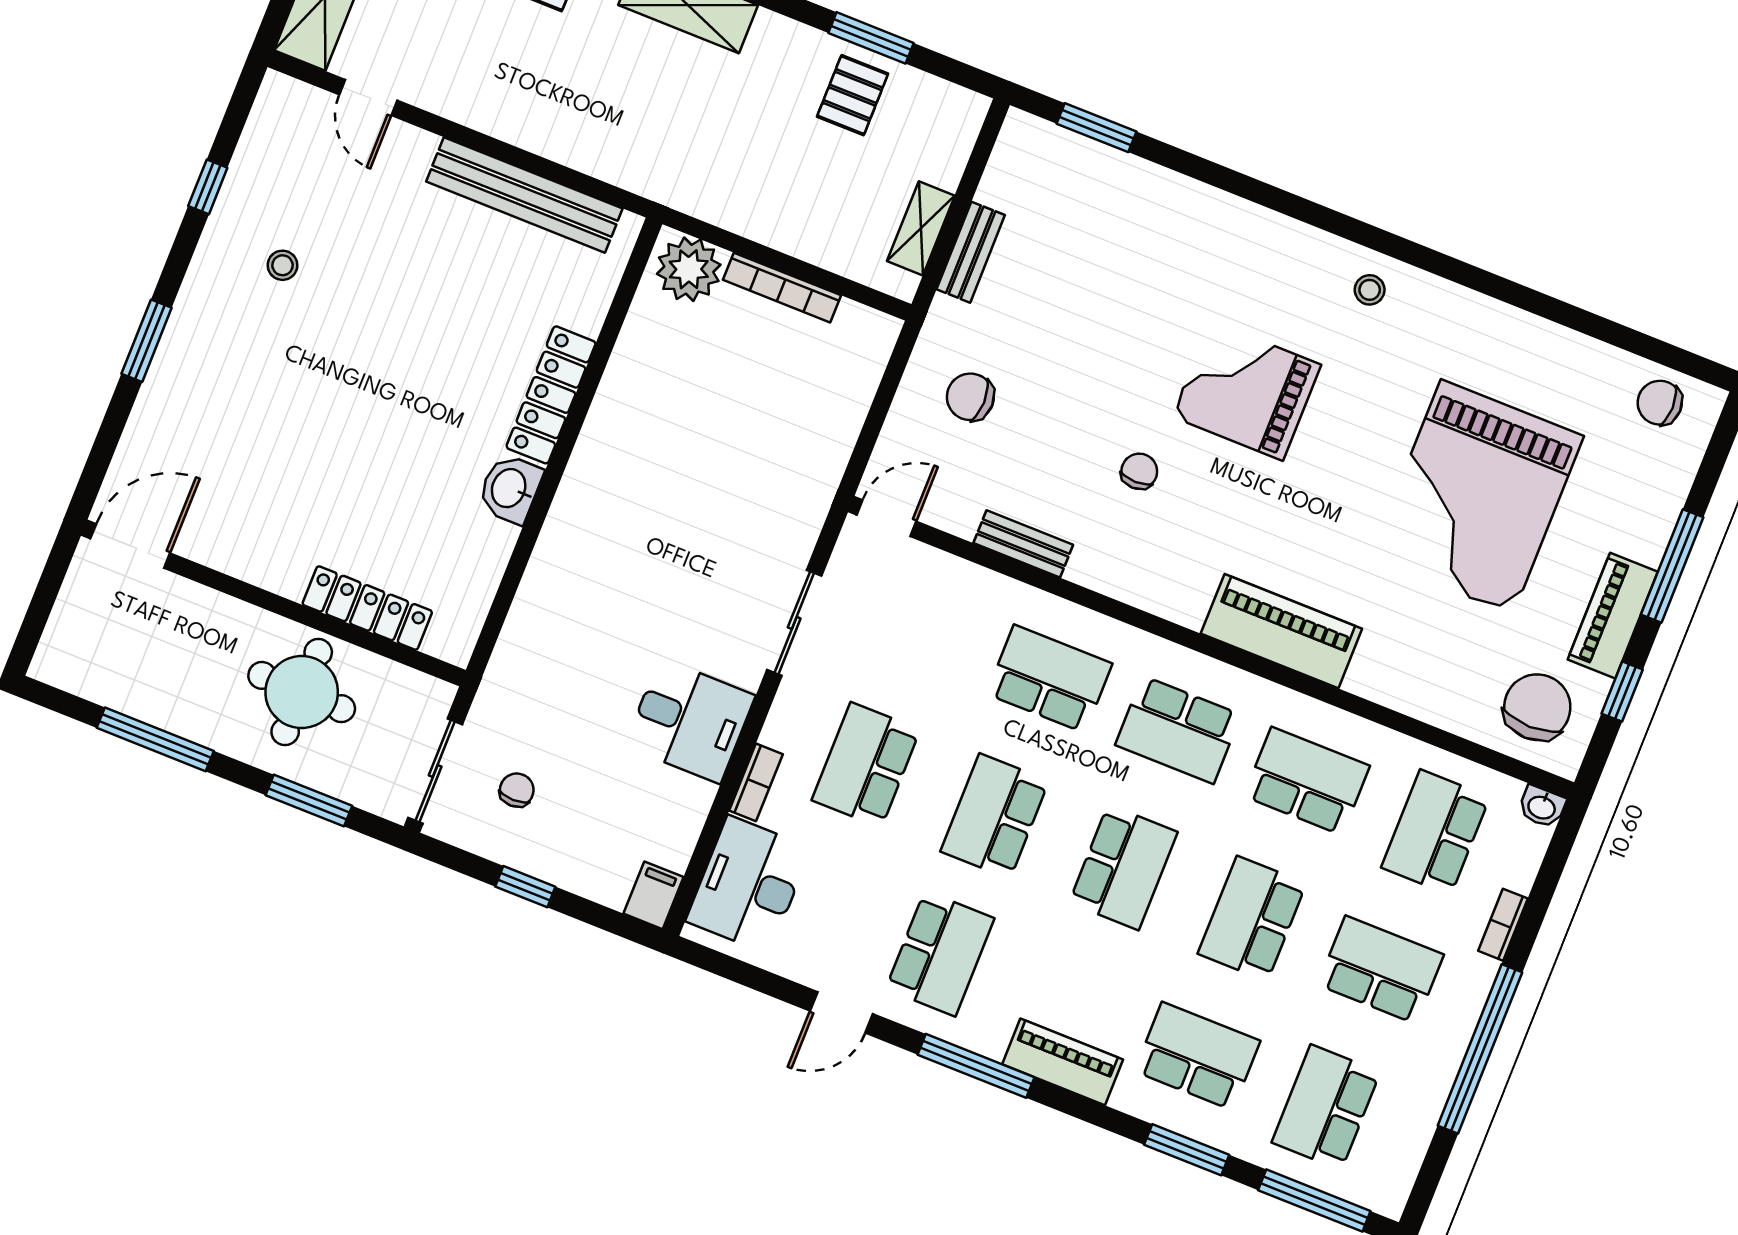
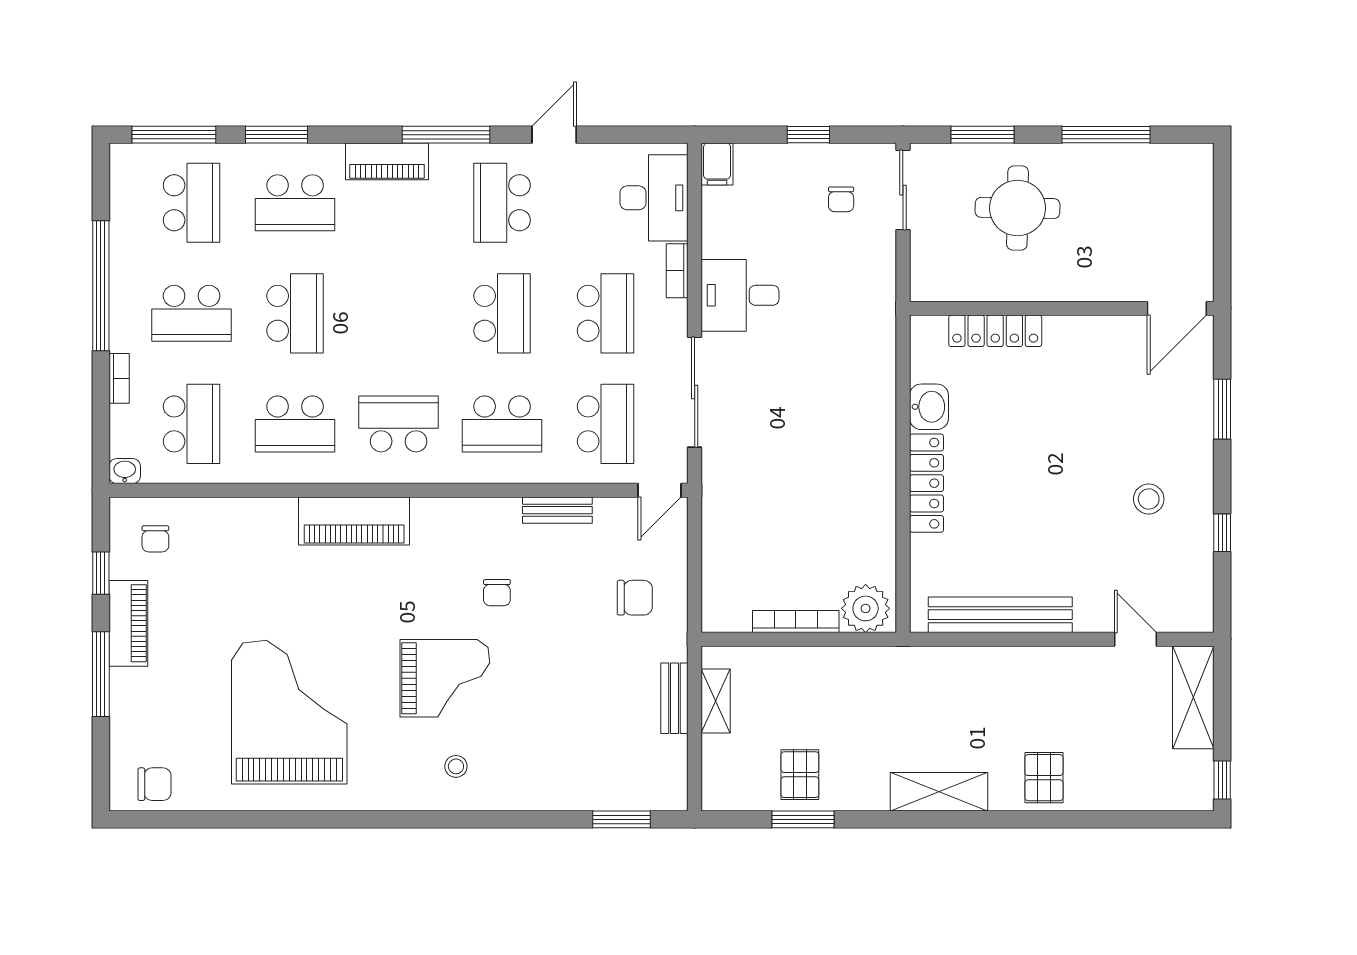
stool: (283, 265) -> (1149, 499), width x1.37, depth x1.37
stool: (1370, 290) -> (456, 766), moved
grand piano: (1477, 497) -> (289, 712), moved
door: (130, 546) -> (1177, 308), moved
wall: (273, 603) -> (1062, 308), moved
locker: (367, 608) -> (995, 331), moved
sliding door: (794, 623) -> (695, 392), width x1.37
chair: (1537, 707) -> (155, 539), width x0.54, depth x0.54
school desk: (1123, 867) -> (606, 424), moved, turned 180

